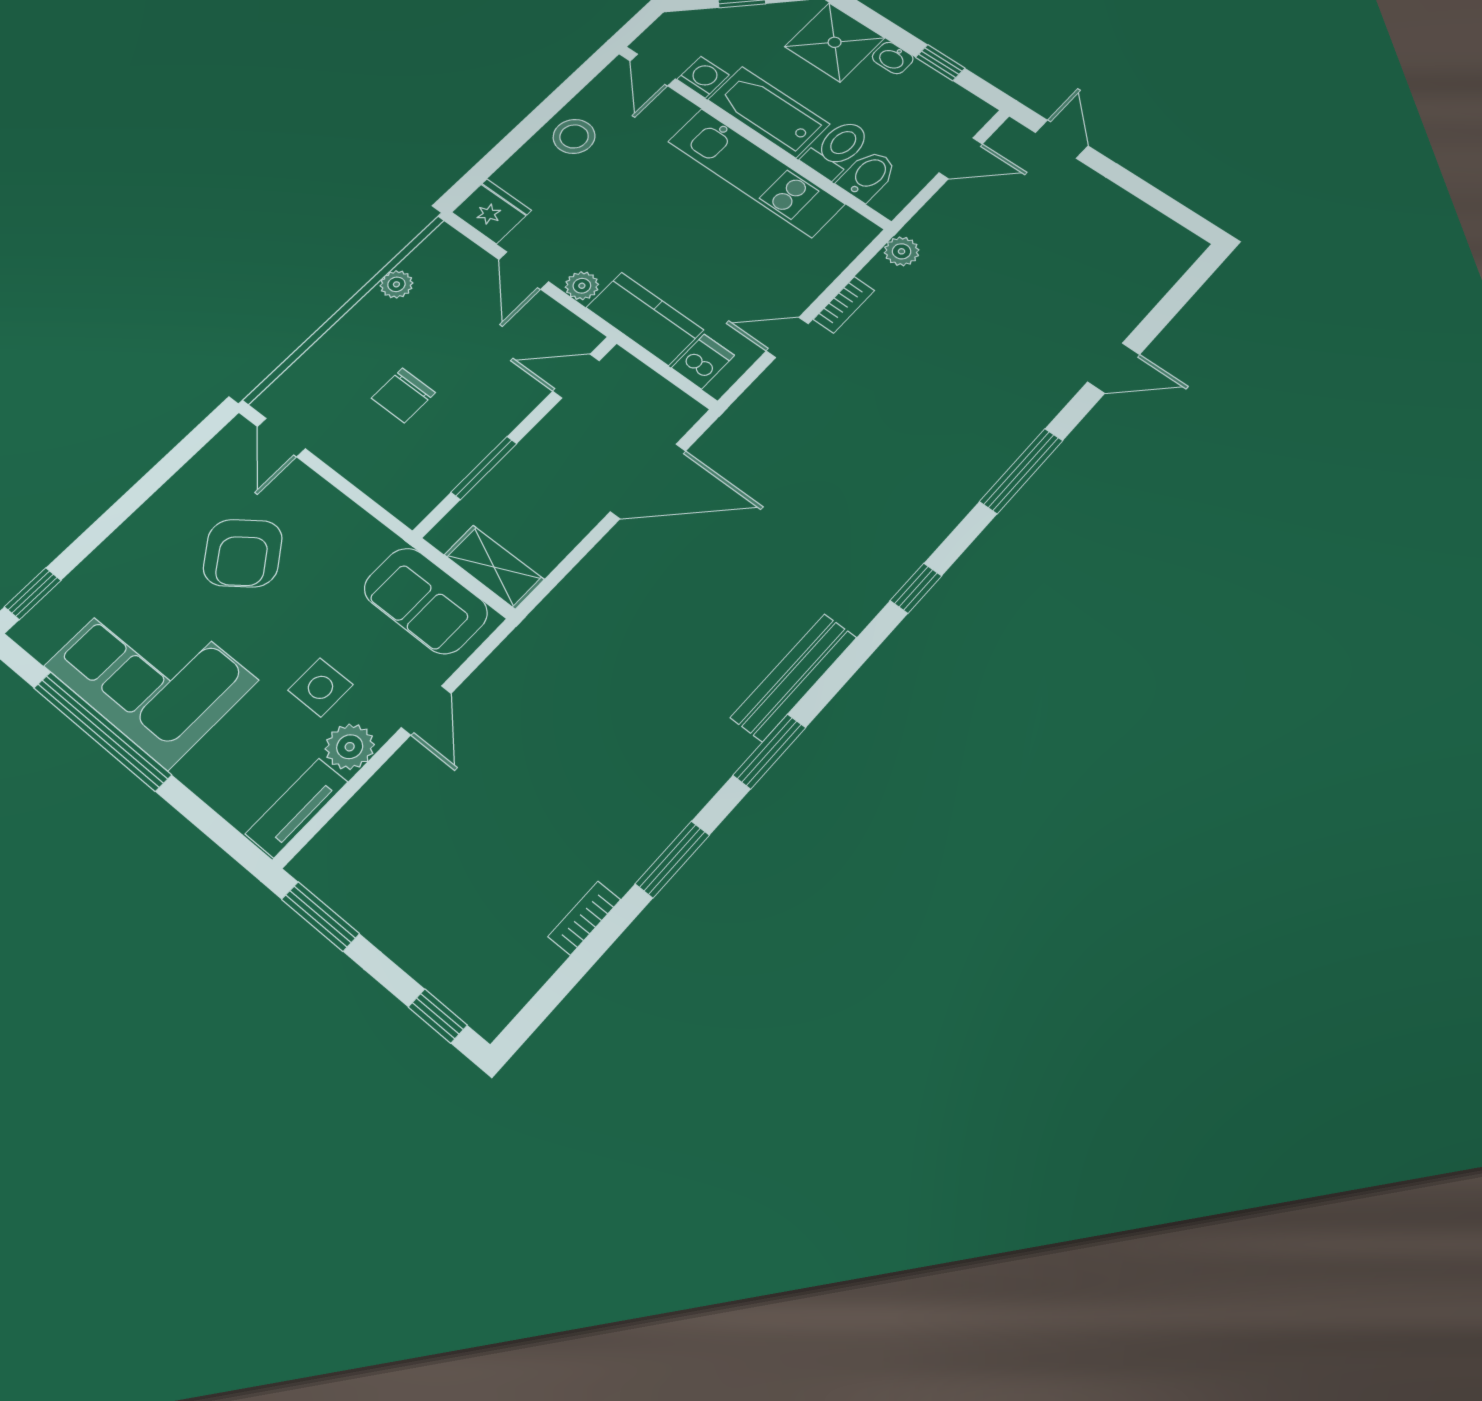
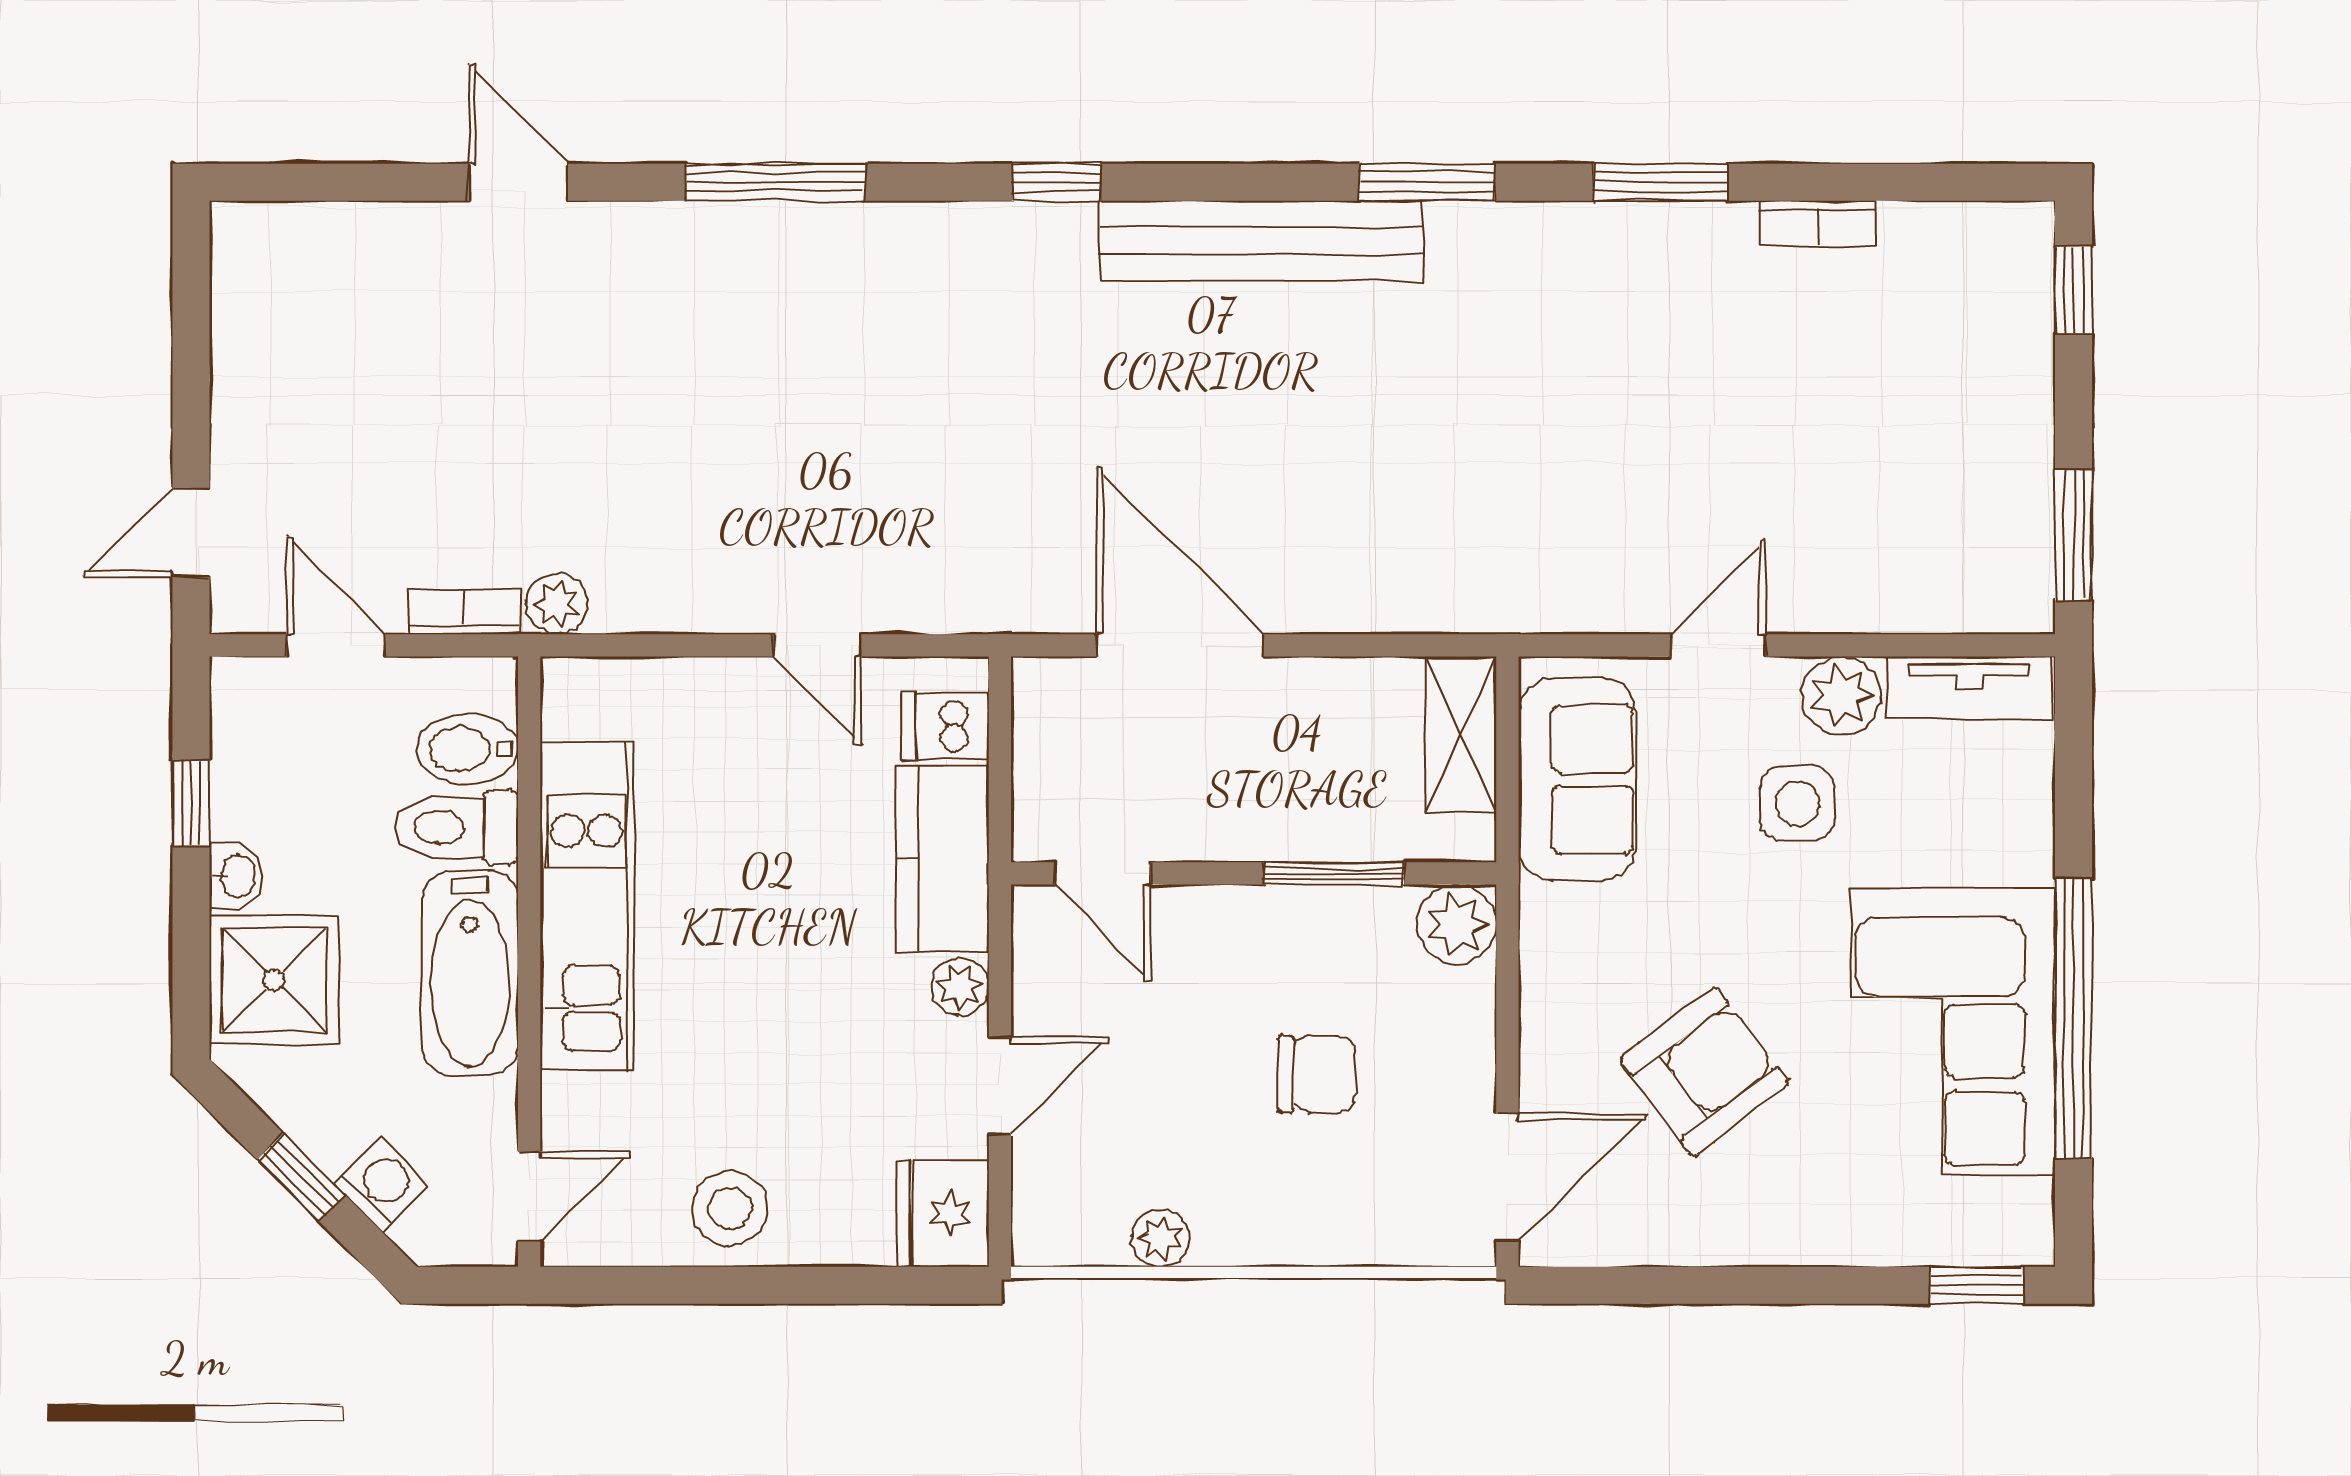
washing machine: (703, 77) -> (382, 1184), moved, turned 135
bookcase: (844, 305) -> (464, 612), moved
door: (281, 438) -> (1507, 1177), width x1.38
plant: (411, 501) -> (1457, 924), added
bench: (794, 677) -> (1261, 241), width x1.37, depth x1.21

